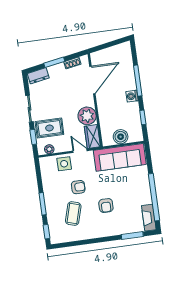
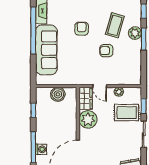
washing machine: (132, 96) -> (41, 149), moved
plant: (49, 149) -> (119, 92), moved
sofa: (120, 157) -> (46, 50), moved, turned 90
side table: (64, 164) -> (117, 75), removed
plant: (52, 208) -> (135, 33), added

